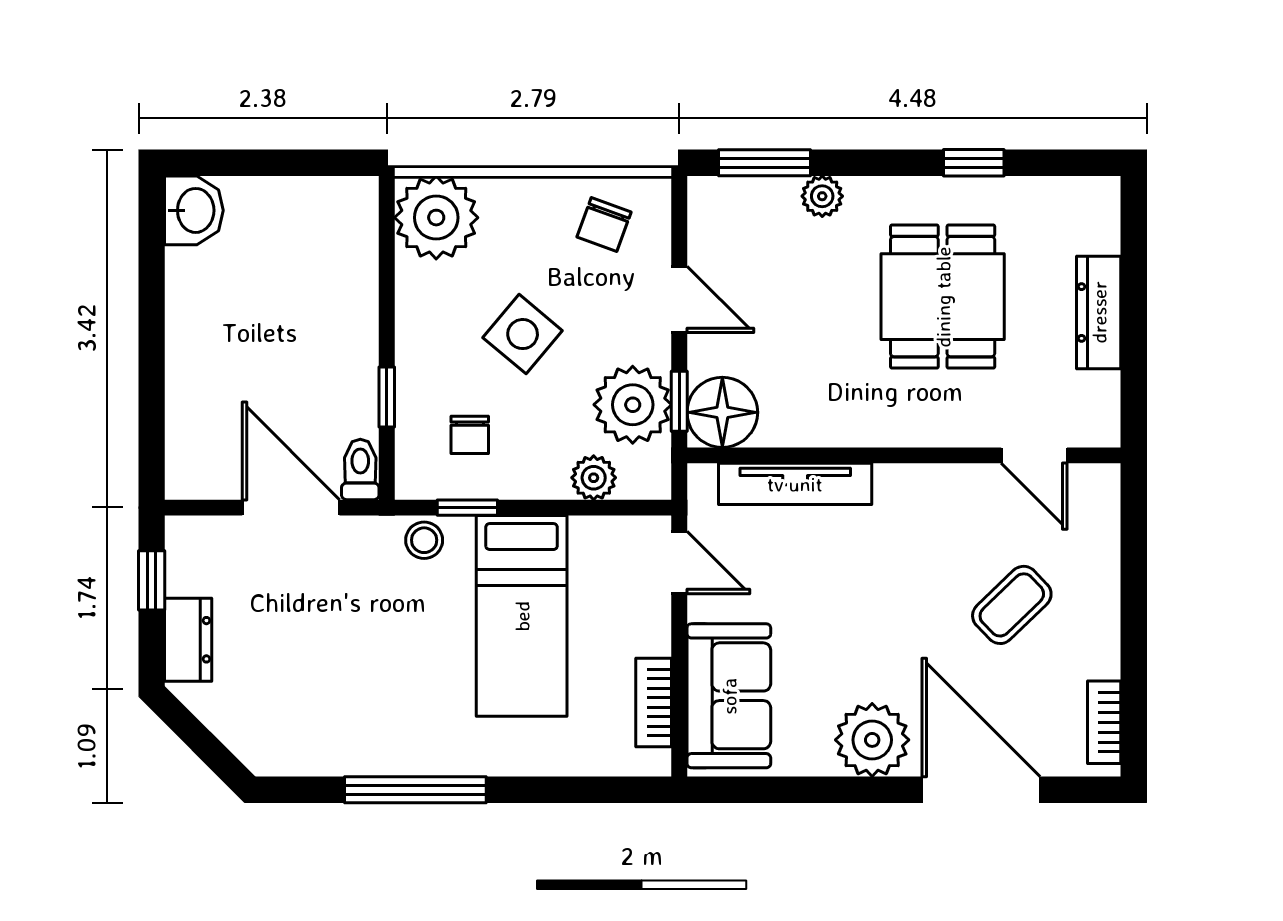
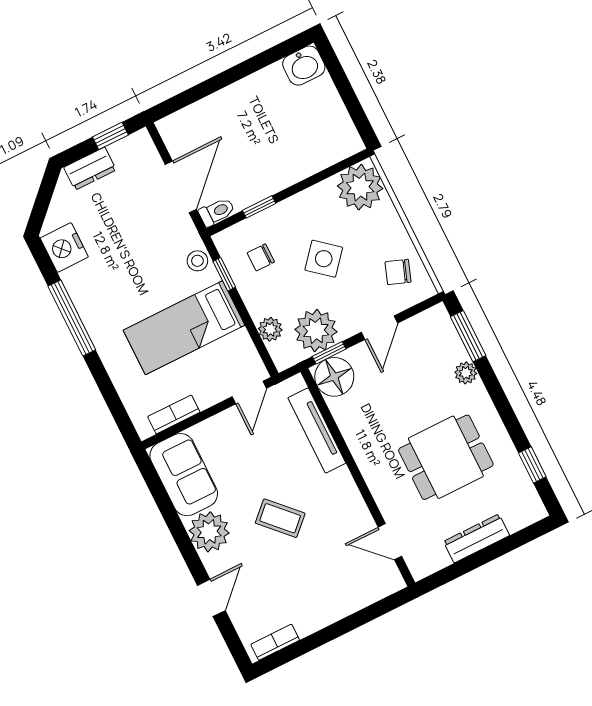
window: (974, 163) -> (532, 465), moved
door: (1034, 455) -> (390, 542), hinge flipped
coffee table: (1012, 605) -> (280, 518), moved
sofa: (729, 696) -> (184, 475), moved, turned -90
nightstand: (295, 745) -> (64, 248), added
door: (981, 790) -> (211, 598), width x0.53

